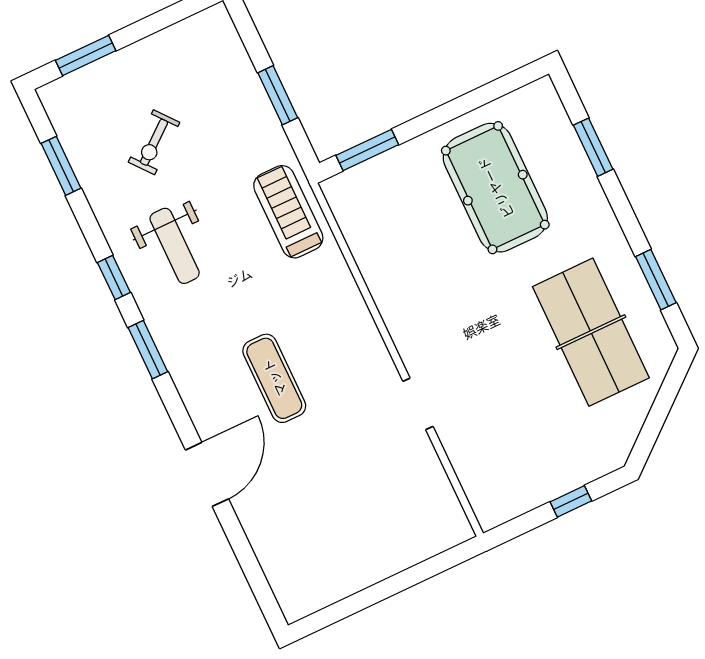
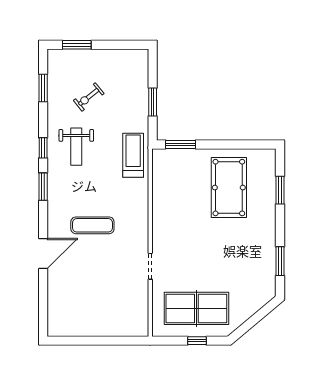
table tennis table: (591, 332) -> (196, 308), moved, turned 90
exercise mat: (274, 378) -> (92, 225), turned 90

